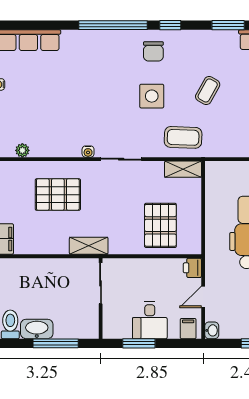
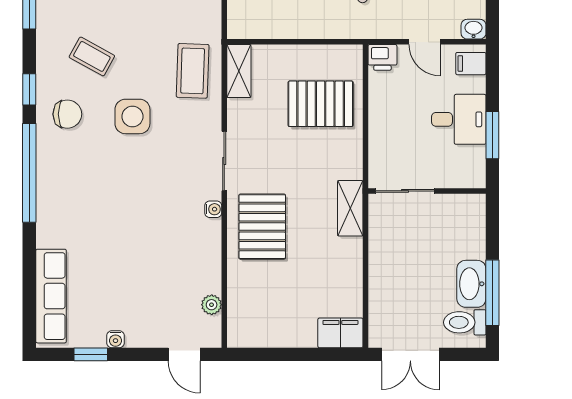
coffee table: (208, 90) -> (92, 56), moved
pallet: (58, 195) -> (262, 227), moved
window: (56, 343) -> (492, 293), moved

